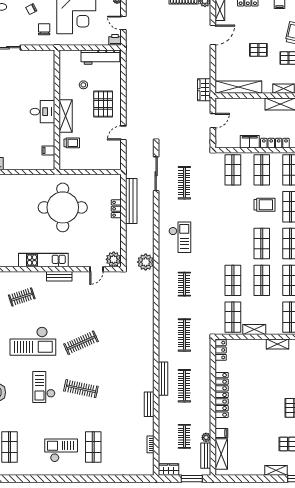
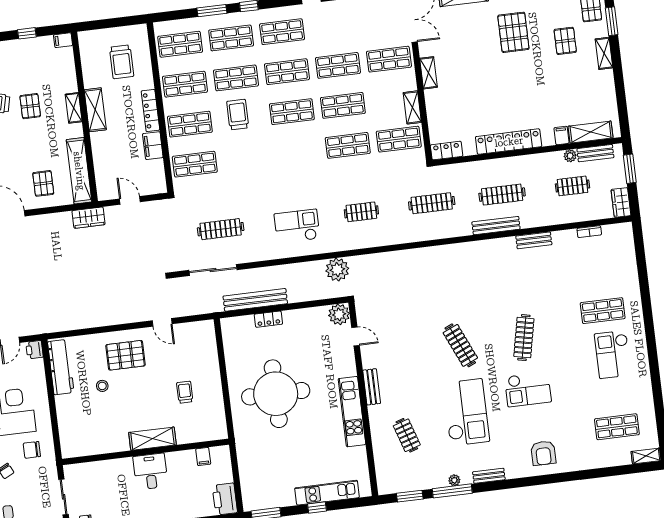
pallet: (258, 50) -> (43, 183), moved
wall: (57, 110) -> (146, 452), moved
desk: (42, 112) -> (150, 471), moved
shelving: (66, 116) -> (152, 439), moved
filing cabinet: (48, 150) -> (203, 457), moved

